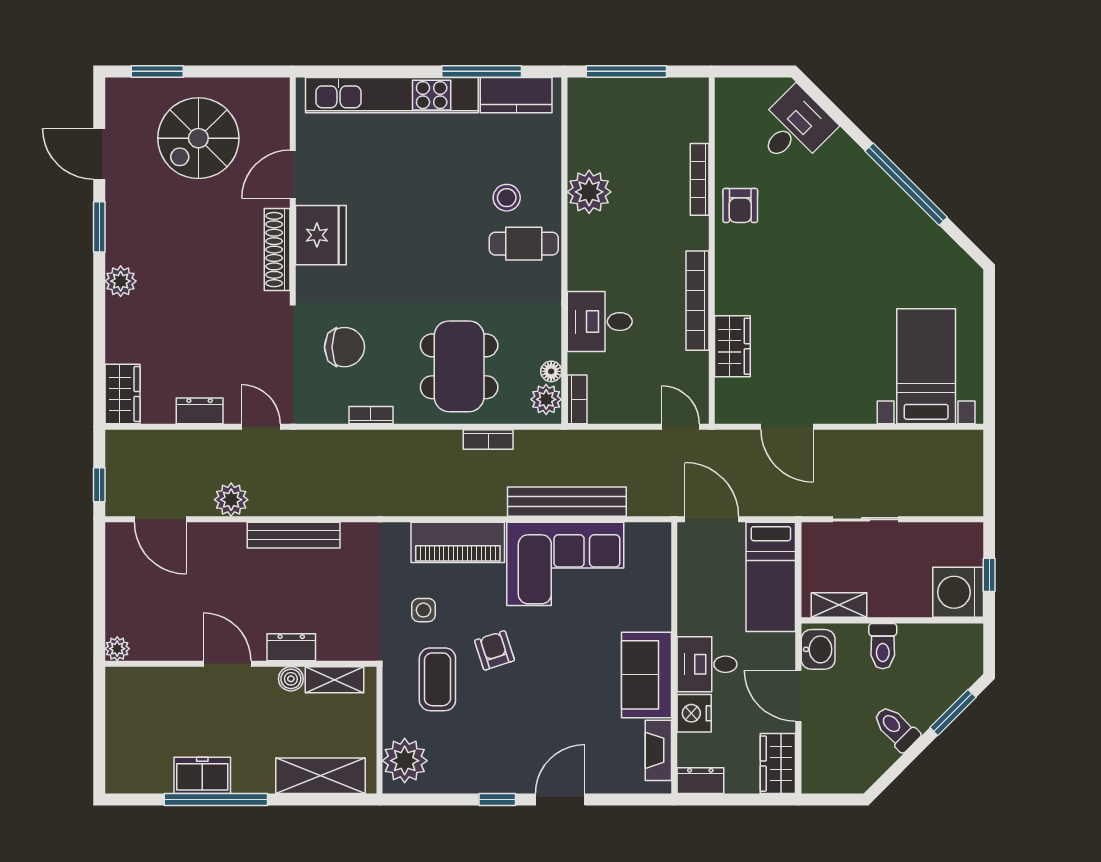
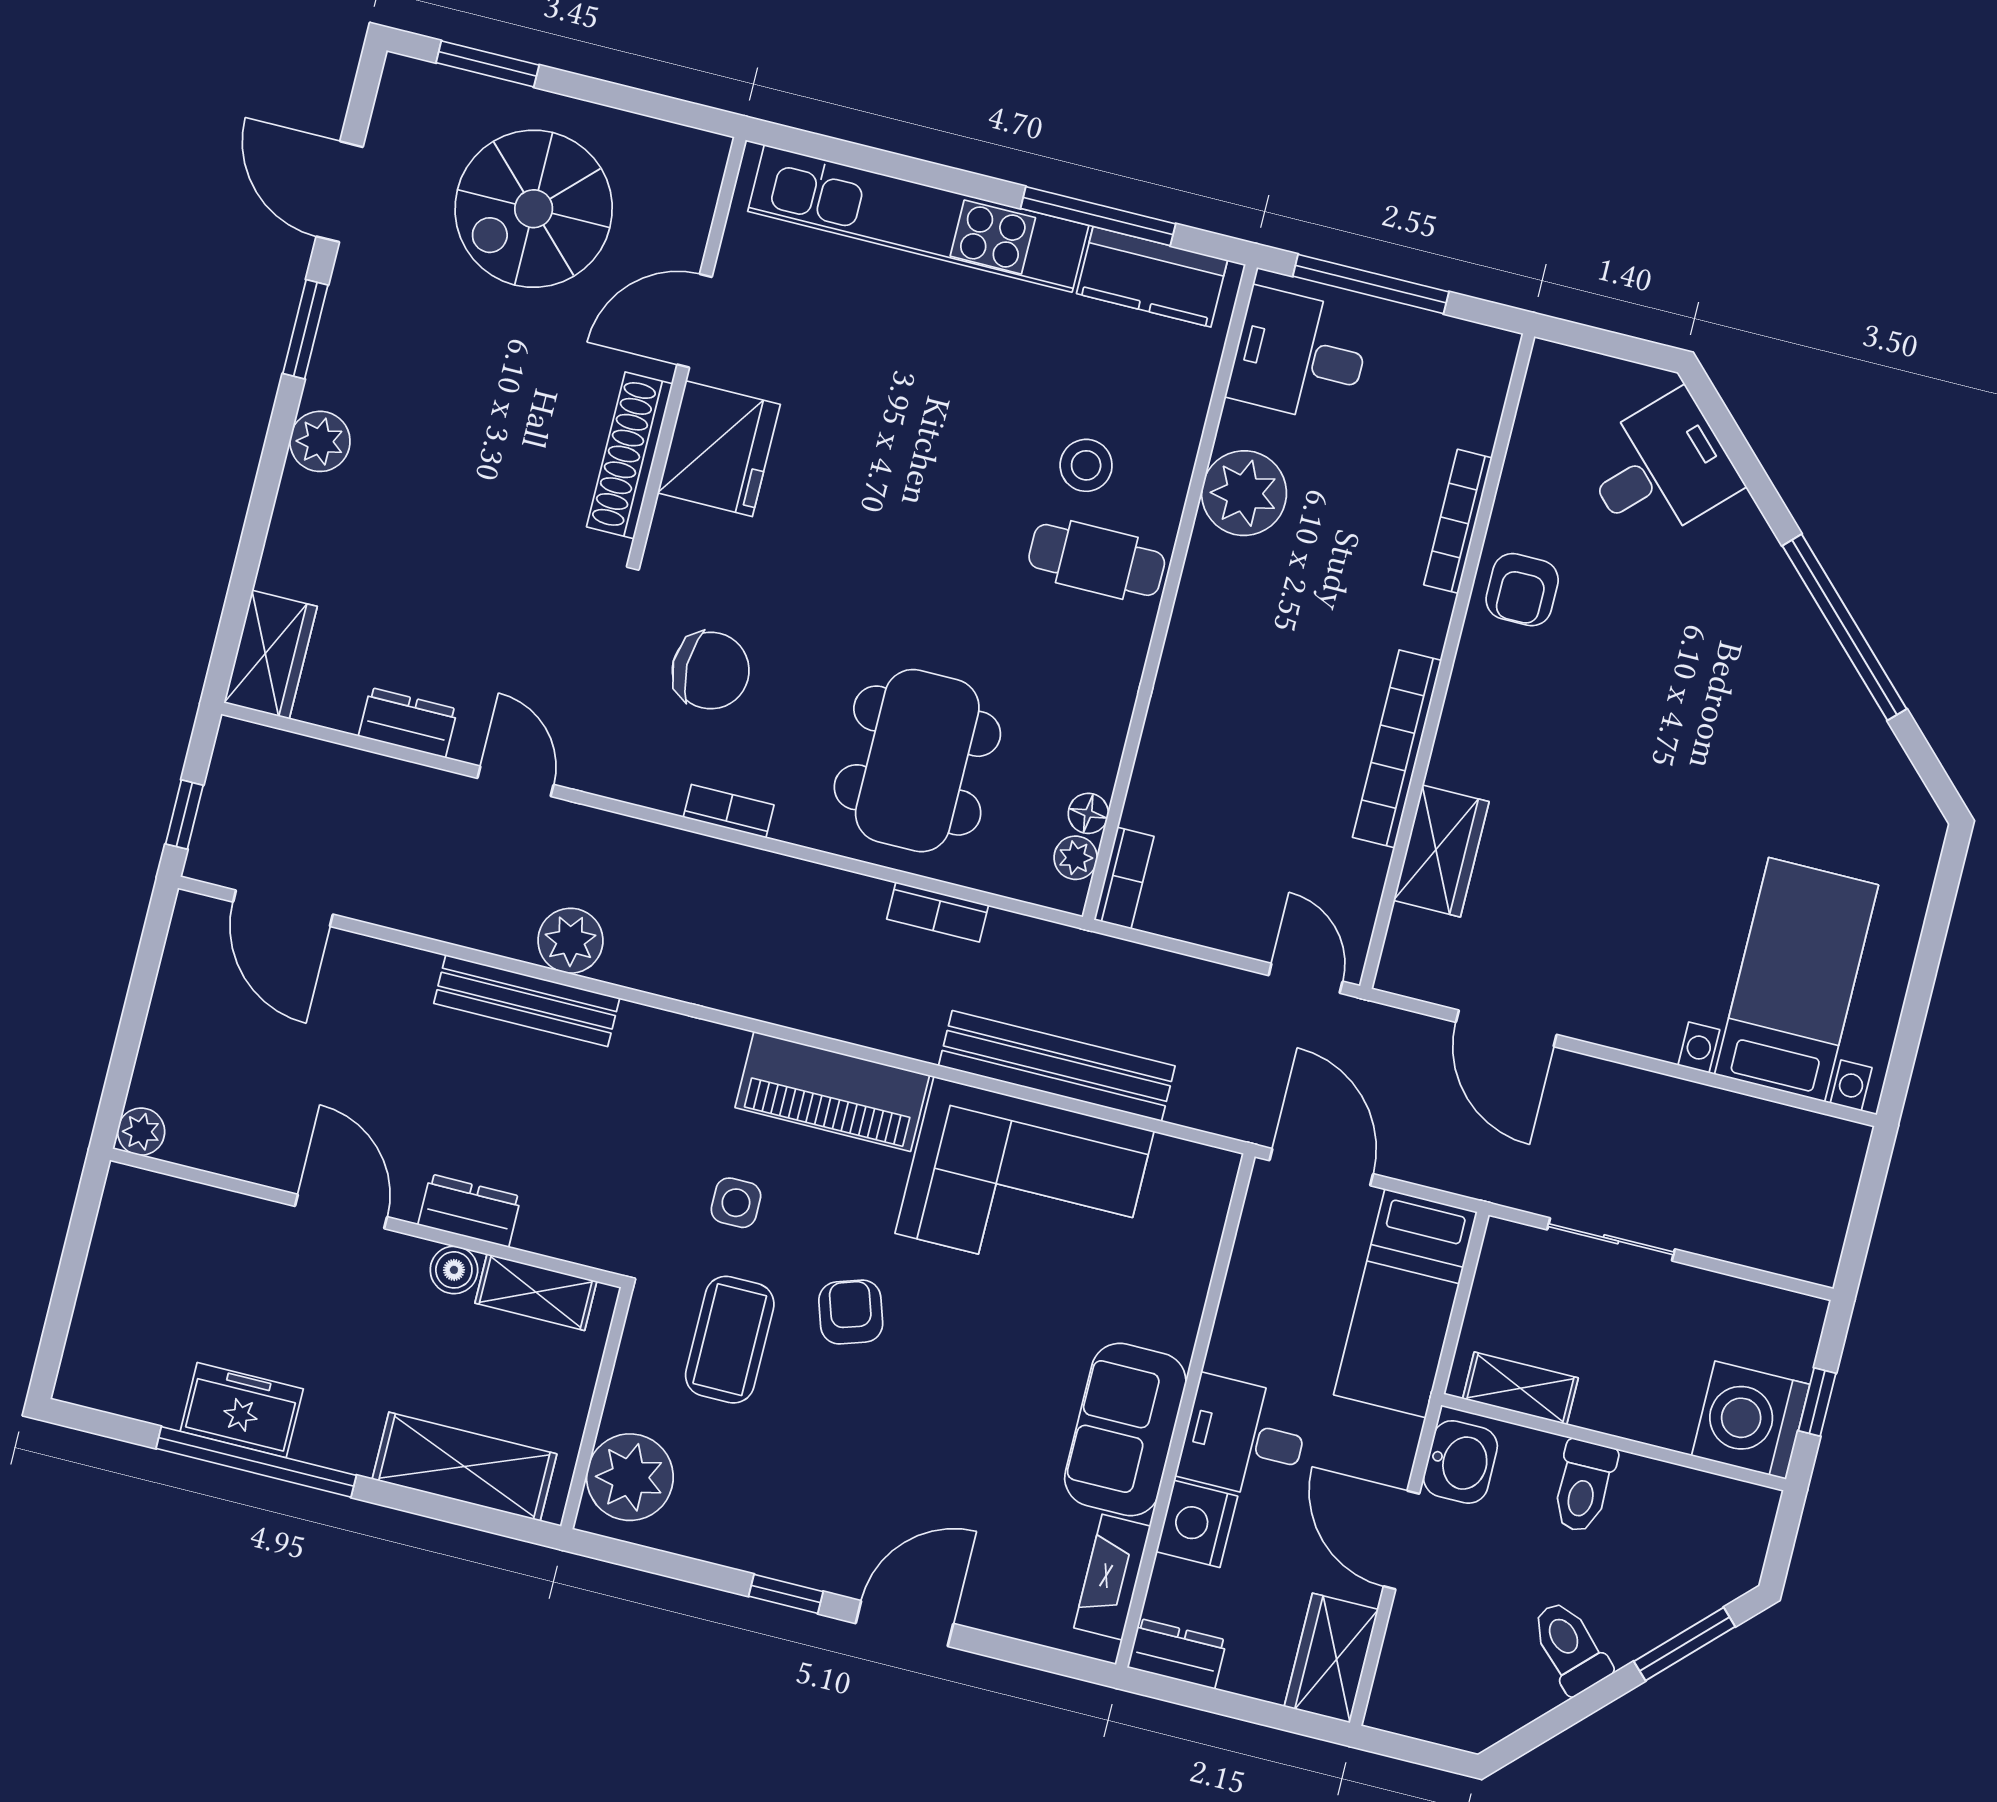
desk: (600, 322) -> (1299, 356), moved
plant: (546, 399) -> (1076, 858), width x0.73, depth x0.73
plant: (231, 500) -> (570, 941), moved

